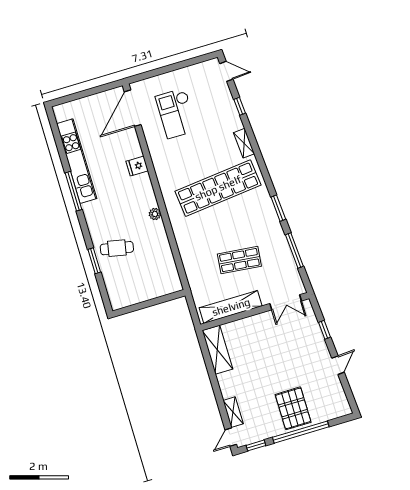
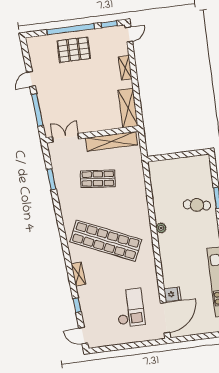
fridge: (137, 166) -> (172, 294), moved
shop shelf: (218, 188) -> (106, 241), turned 30
window: (278, 208) -> (59, 216), removed
window: (294, 250) -> (51, 179), width x0.69
window: (325, 330) -> (37, 110), width x2.17
pallet: (293, 408) -> (74, 50), turned 90
shelving: (233, 412) -> (125, 68), moved

